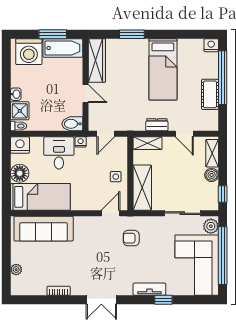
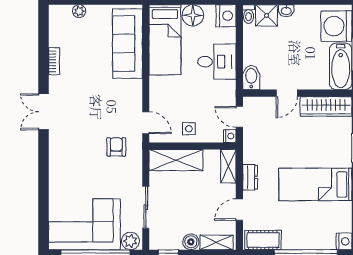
cot: (210, 94) -> (263, 240), moved
nightstand: (81, 142) -> (230, 136), moved
tv unit: (149, 289) -> (56, 169), removed
window: (163, 300) -> (44, 185), removed

